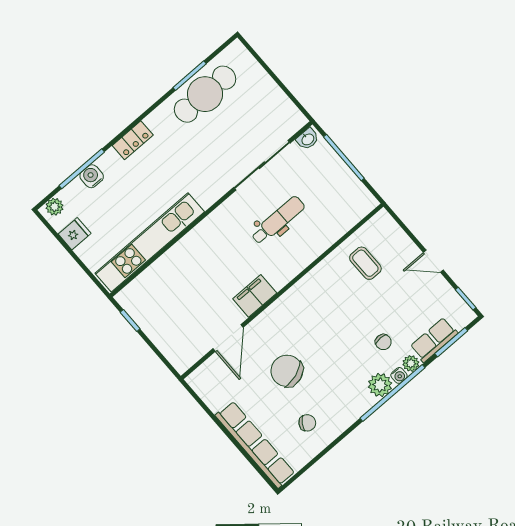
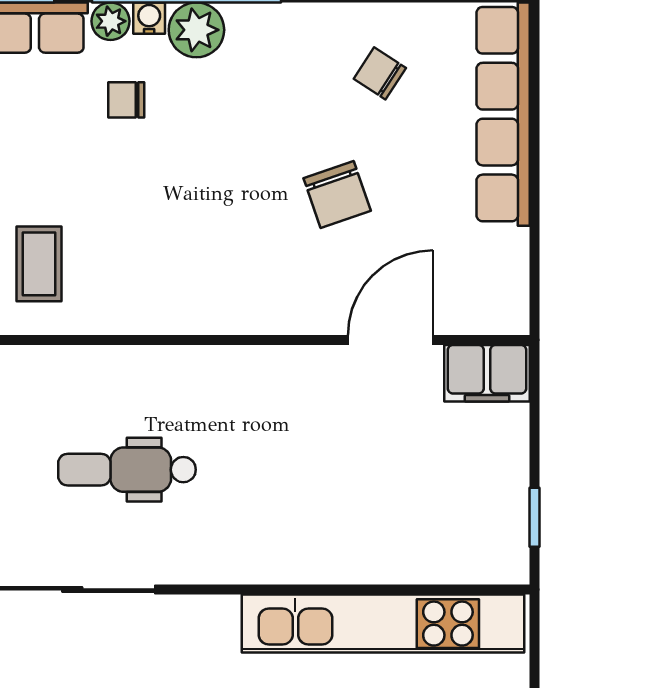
filing cabinet: (255, 296) -> (487, 373), moved
chair: (383, 342) -> (126, 100), turned -90
chair: (287, 371) -> (337, 194), width x0.73, depth x0.73

